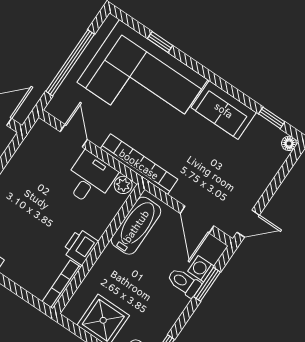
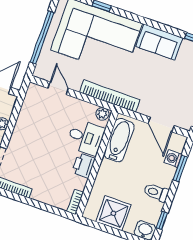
desk: (90, 179) -> (86, 137), moved, turned 90
toilet: (184, 283) -> (156, 193), moved
bookcase: (62, 284) -> (75, 202), width x0.64

